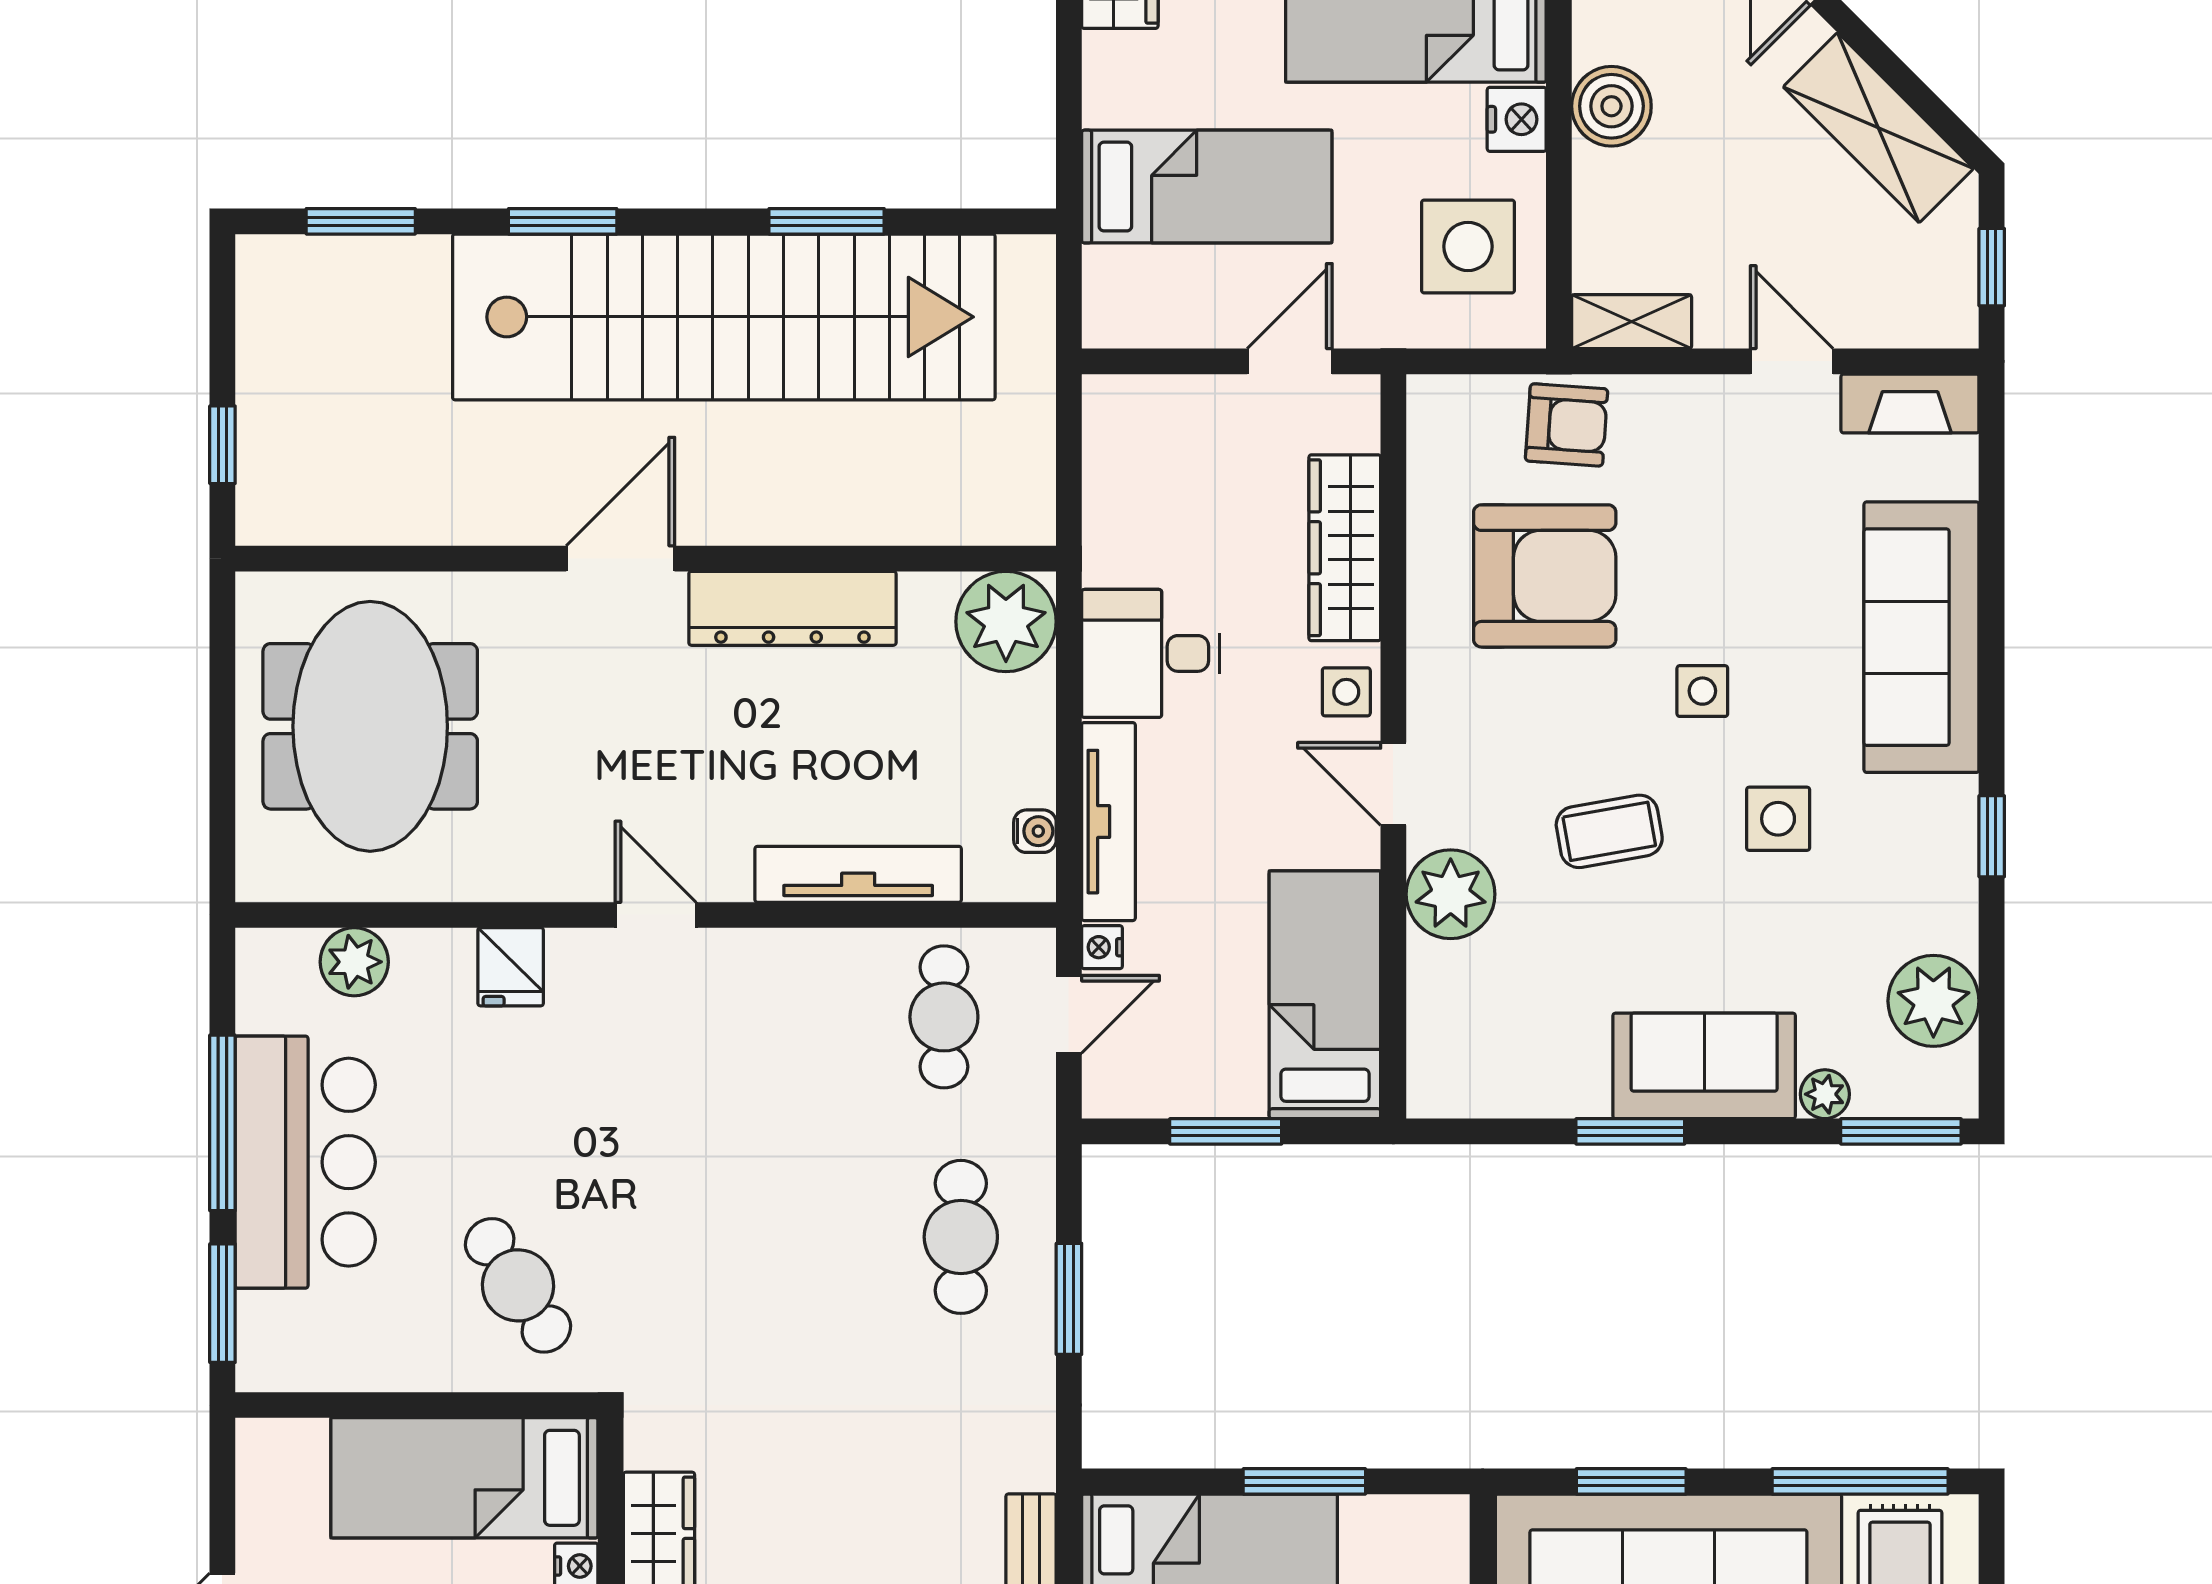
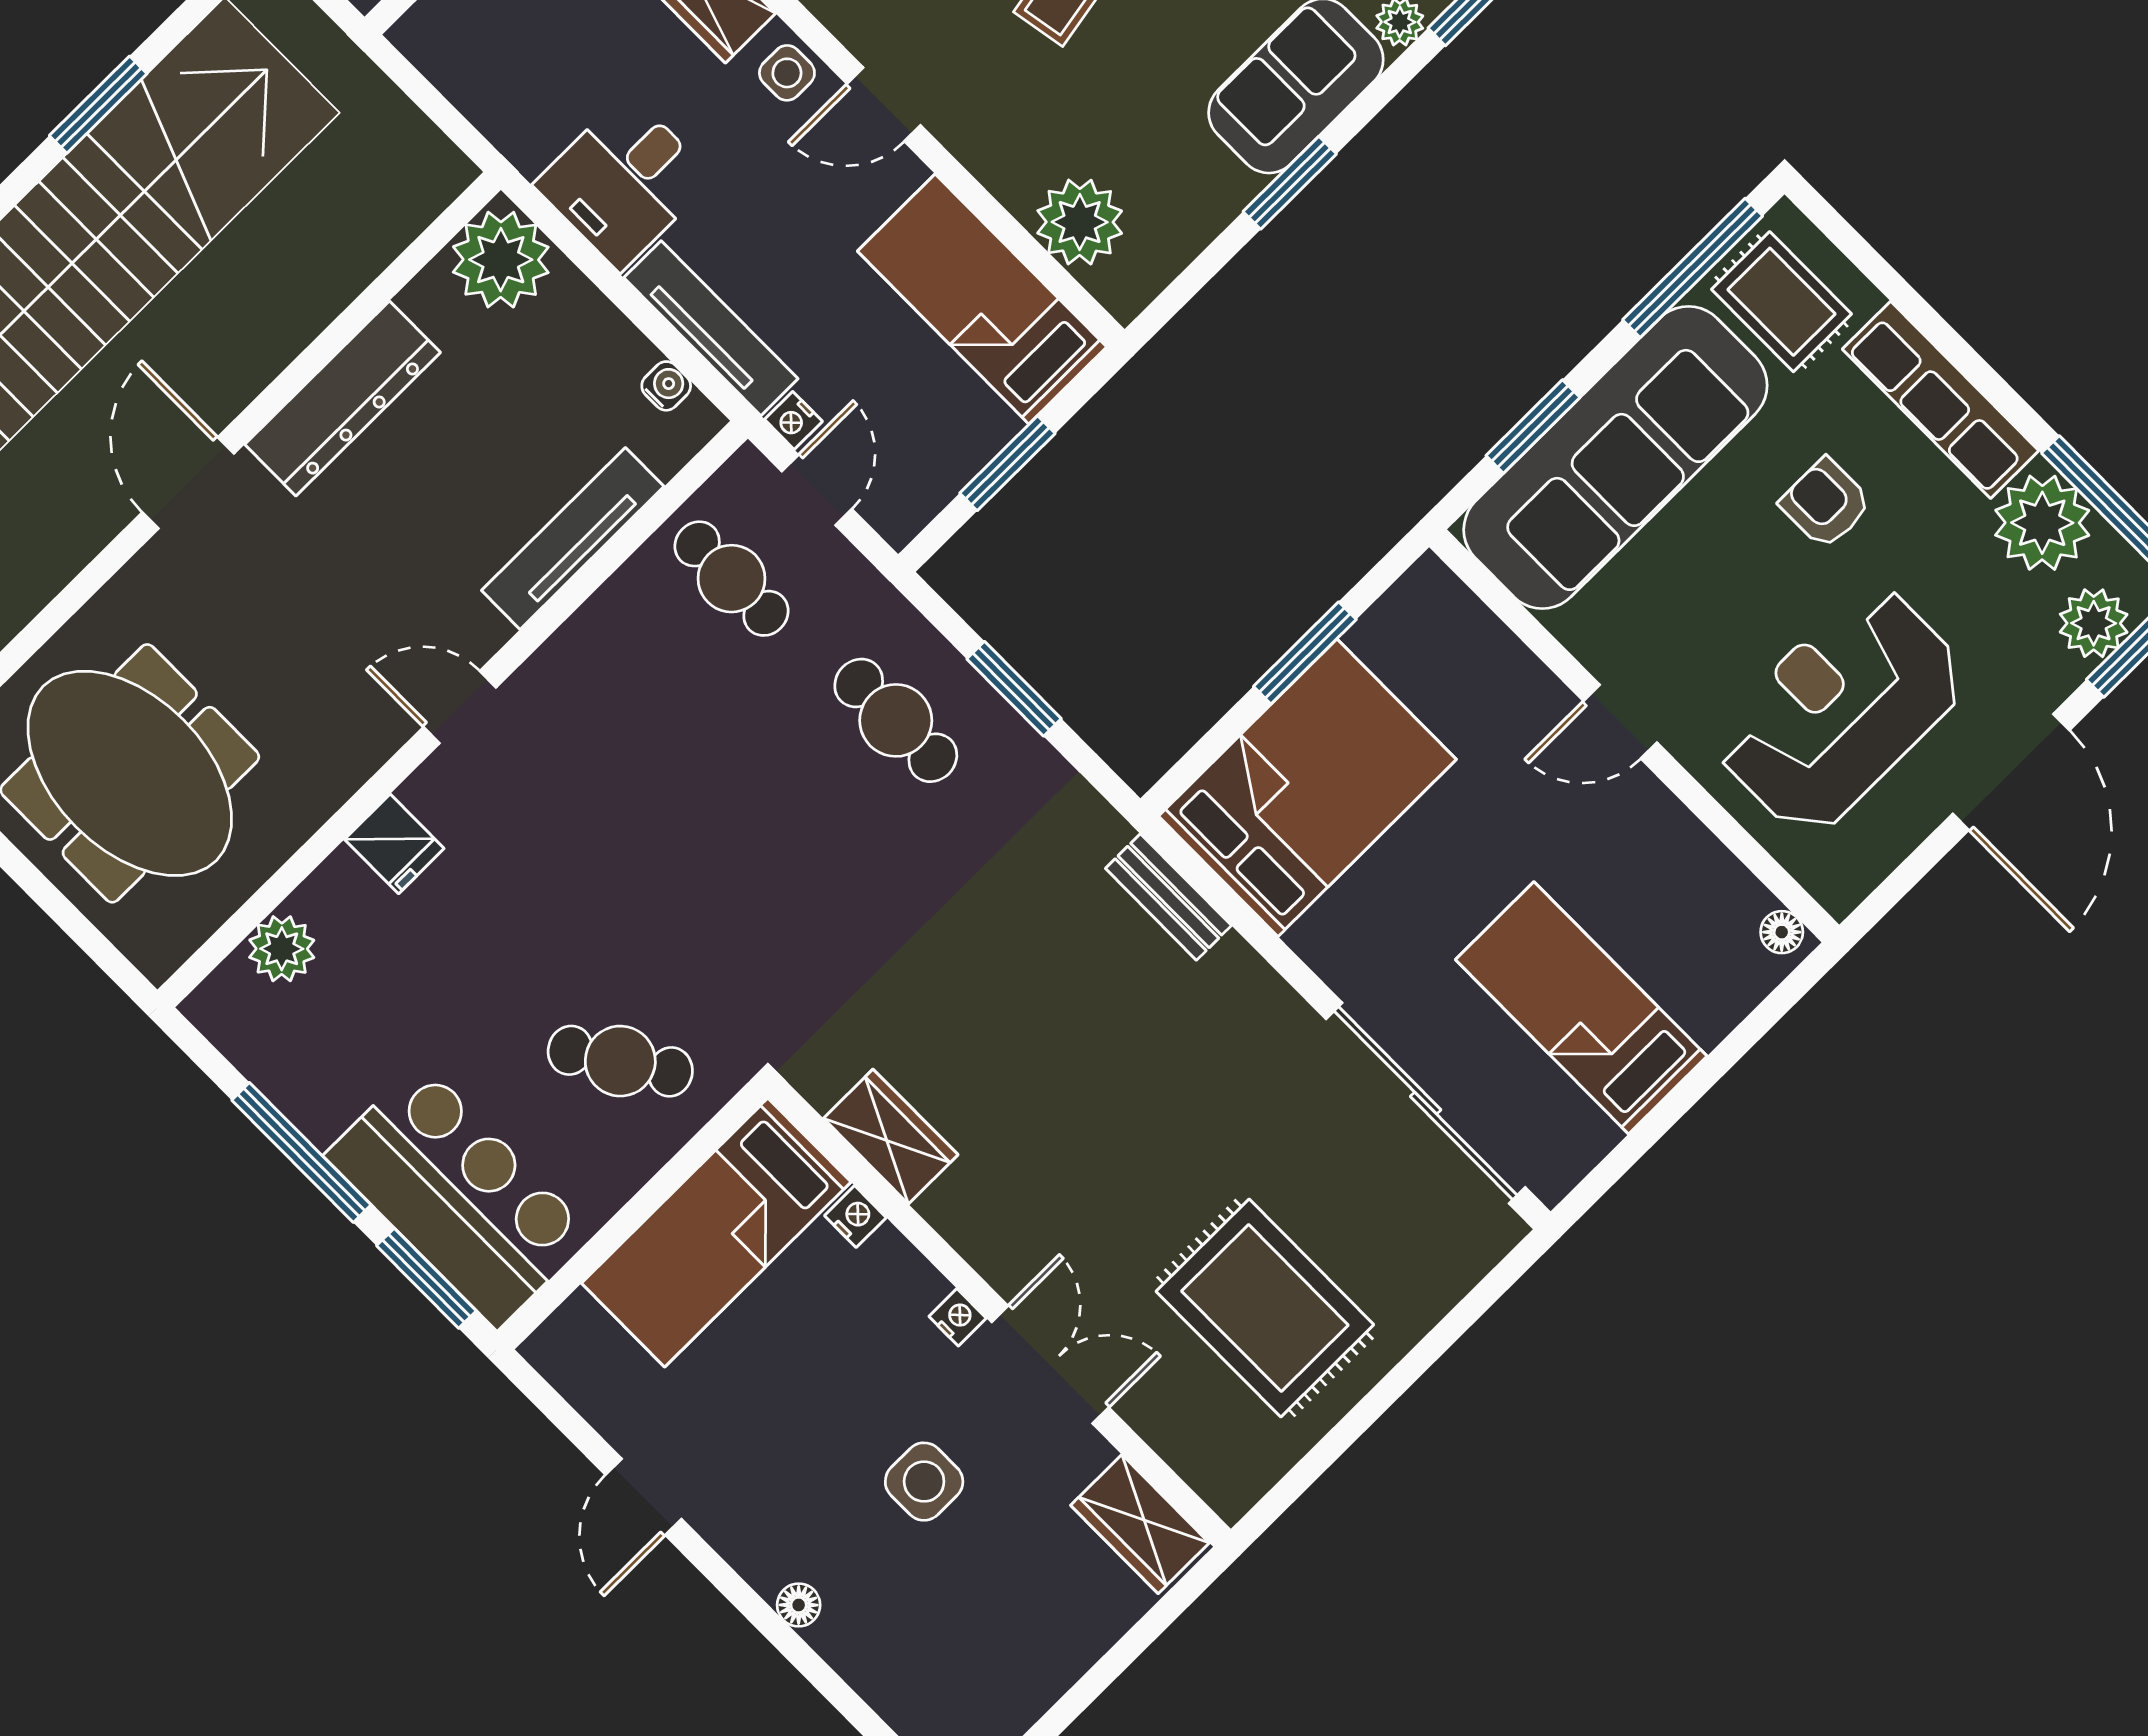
plant: (1451, 894) -> (1080, 222), moved
bar counter: (305, 1162) -> (459, 1195), moved

